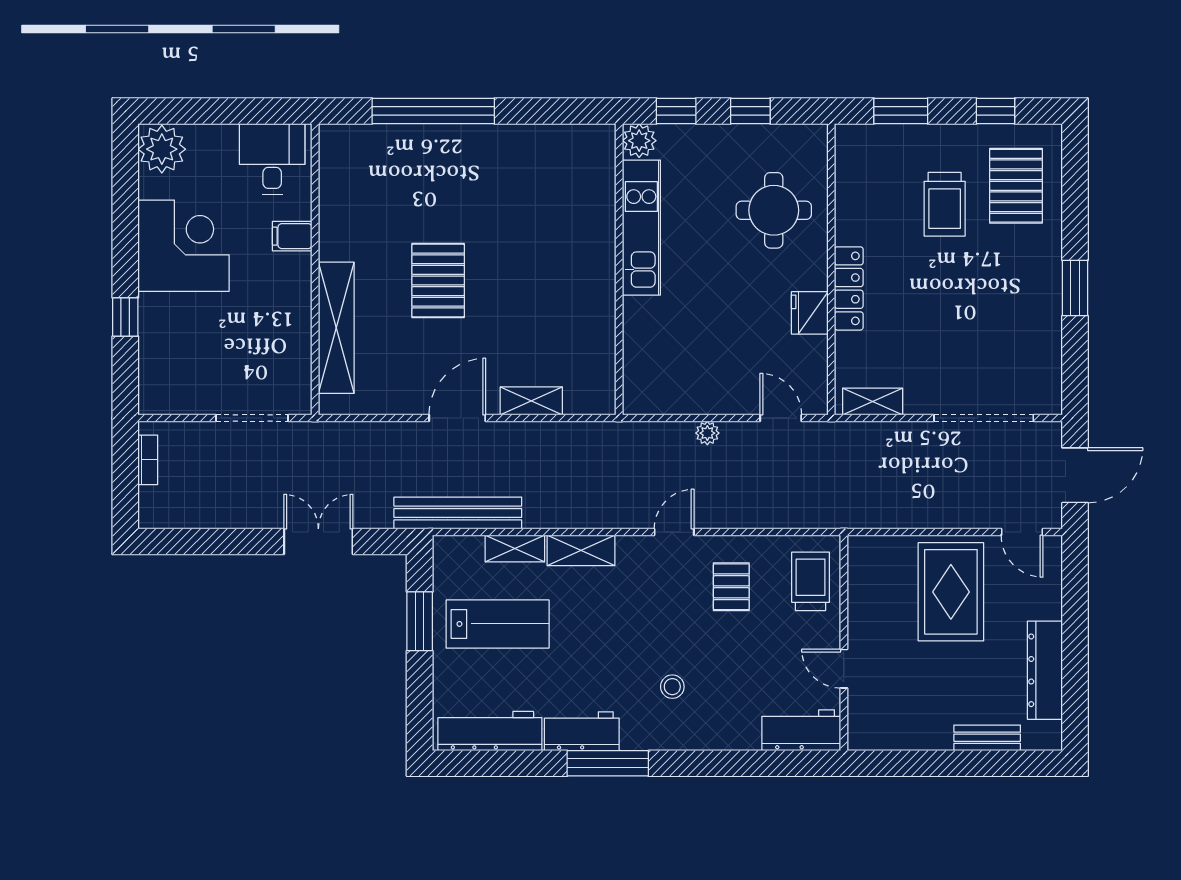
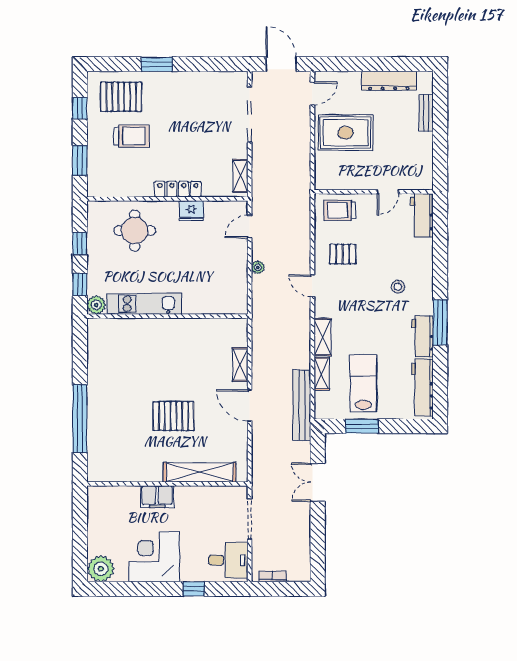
desk: (272, 159) -> (228, 560), moved, turned 180
filing cabinet: (292, 236) -> (157, 497), width x2.00
window: (1075, 288) -> (157, 64), moved

